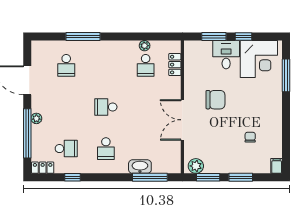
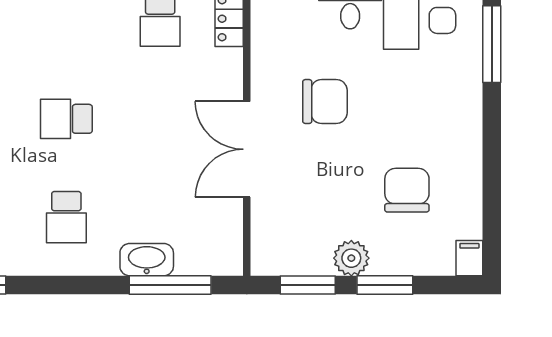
chair: (250, 137) -> (407, 190), width x1.87, depth x1.87
plant: (196, 166) -> (351, 258), moved

